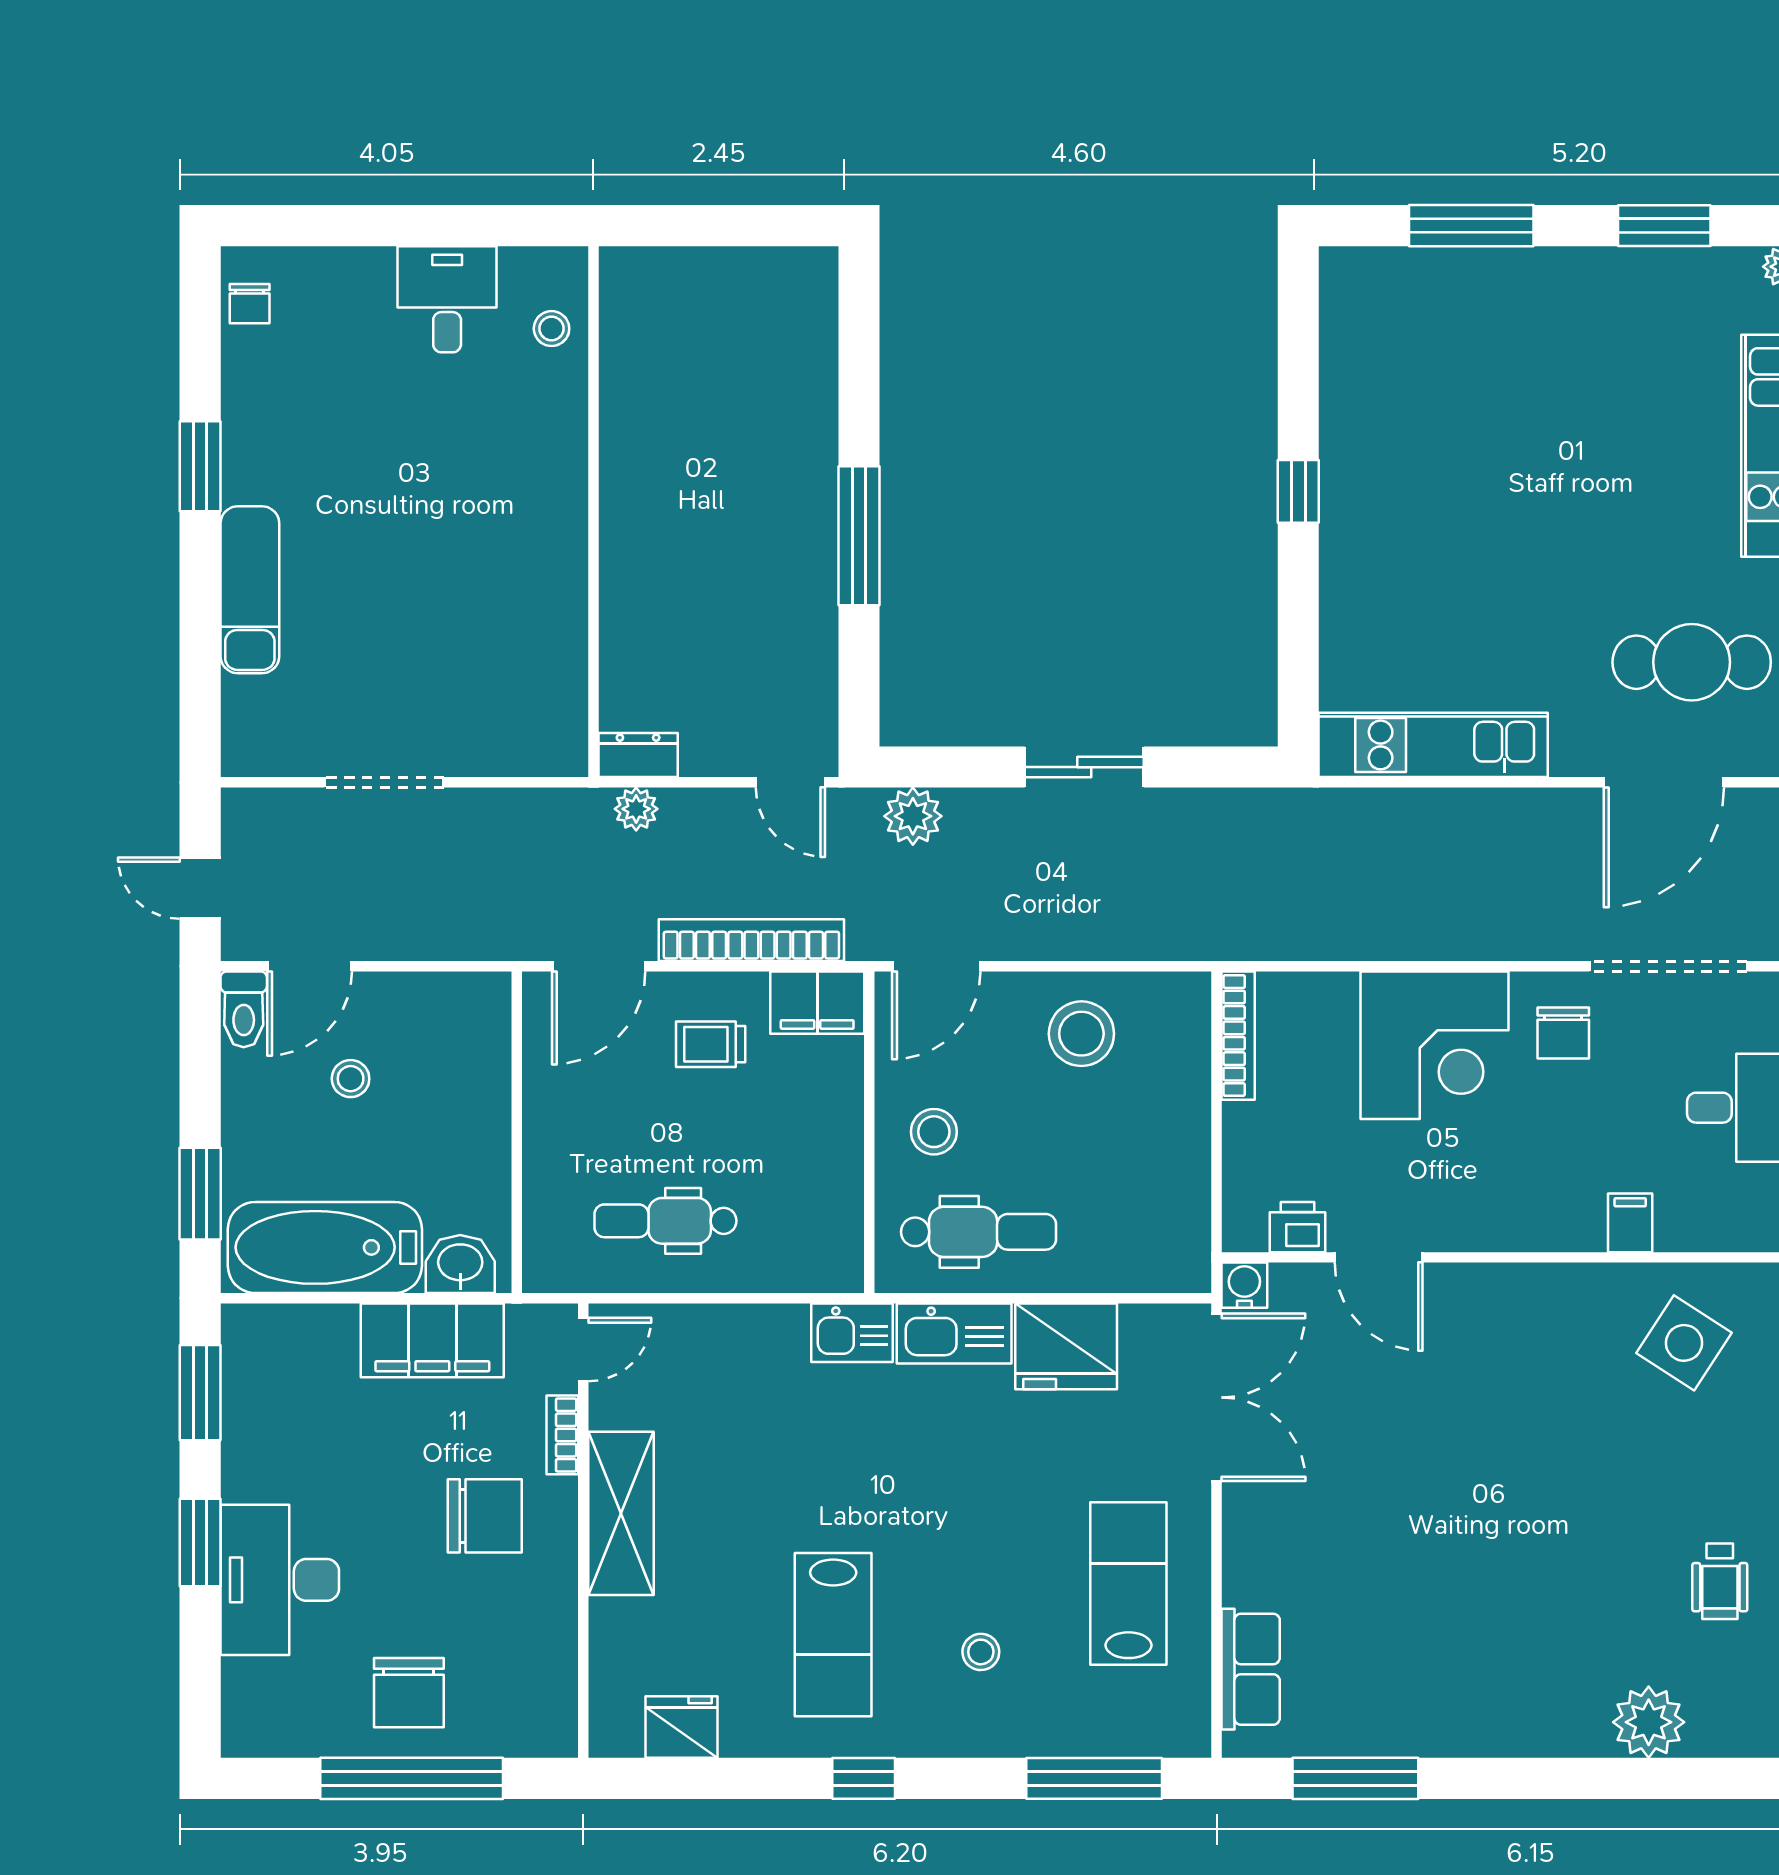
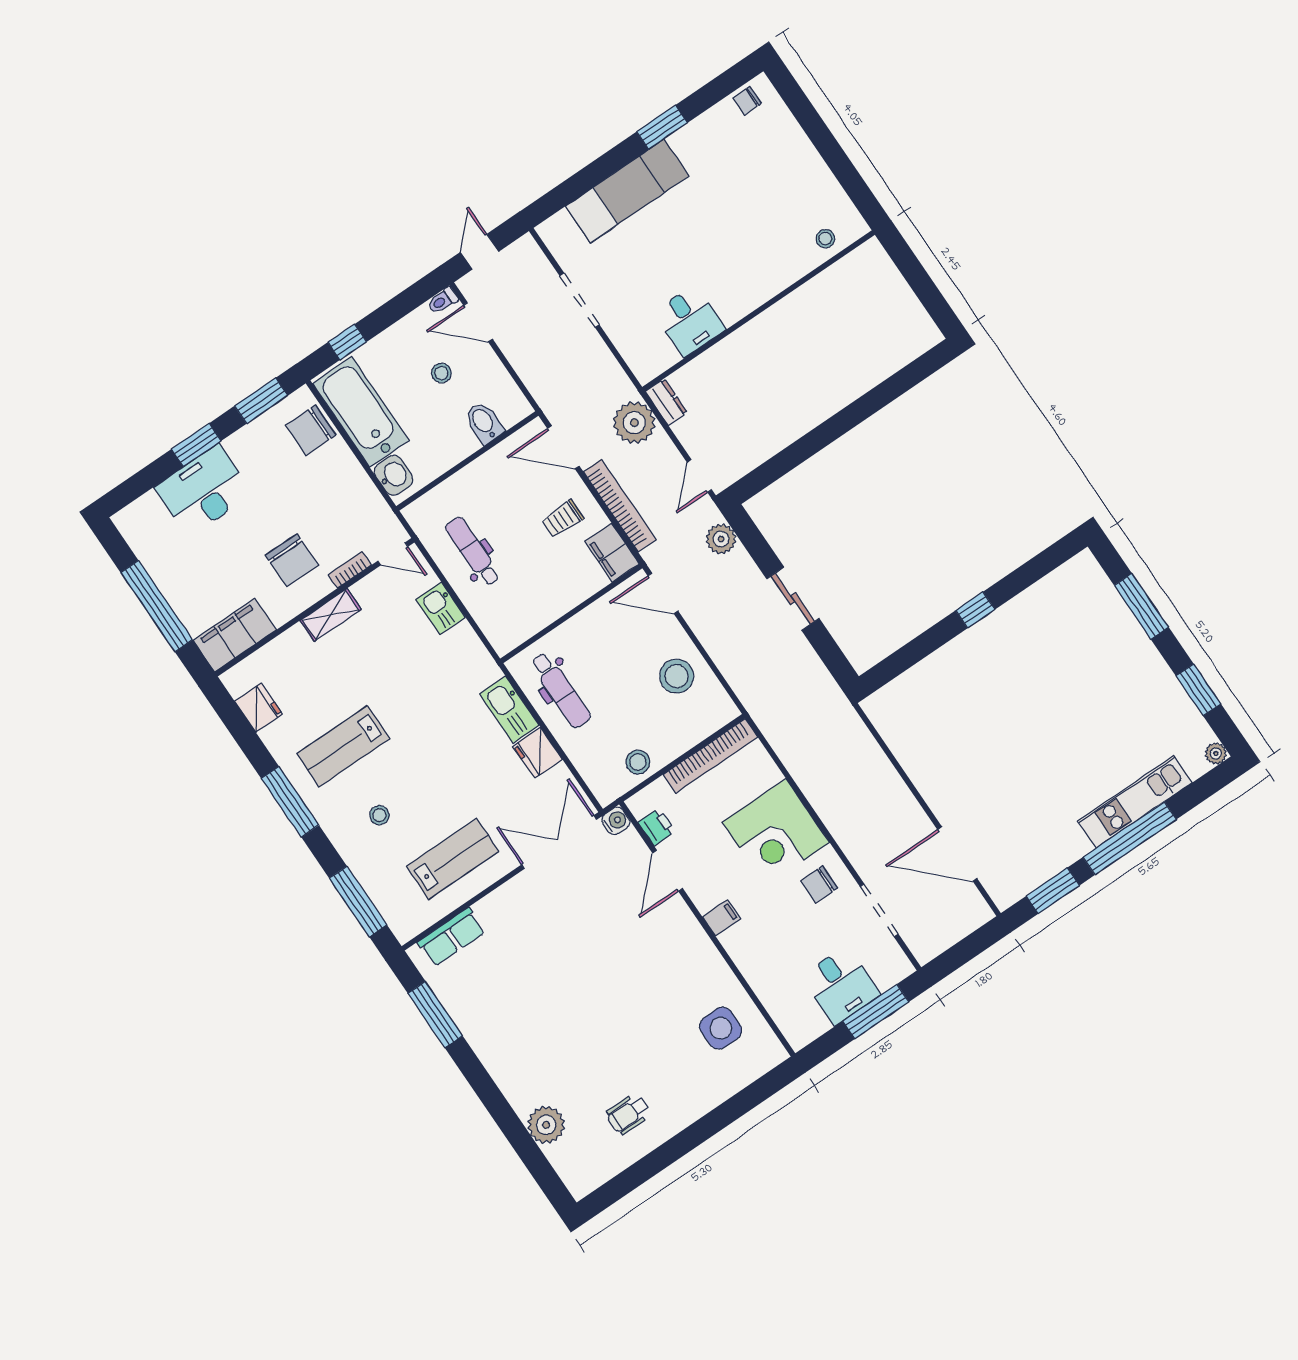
desk: (447, 299) -> (690, 321), moved, turned 90
window: (859, 536) -> (826, 433), removed
exam couch: (250, 590) -> (627, 191), width x1.36, depth x1.45
cafe table: (1692, 662) -> (1018, 831), removed
kitchen unit: (1433, 745) -> (905, 743), removed
plant: (636, 809) -> (634, 423), width x1.88, depth x1.88
doorway: (1668, 966) -> (879, 910), width x0.73
toilet: (244, 1009) -> (443, 301), width x0.73, depth x0.72
bookcase: (1238, 1036) -> (710, 756), width x1.48, depth x1.31
trolley: (711, 1044) -> (563, 519), turned -90
bidet: (475, 1065) -> (484, 423), added
stool: (934, 1132) -> (638, 762), moved
window: (200, 1194) -> (347, 342), width x0.67
filing cabinet: (1630, 1223) -> (722, 918), moved
kitchen sink: (852, 1333) -> (441, 608), moved
filing cabinet: (432, 1340) -> (235, 635), moved, turned 90
side table: (1684, 1343) -> (721, 1028), turned -33
fridge: (1066, 1346) -> (538, 753), width x0.73, depth x0.75
double door: (1217, 1397) -> (559, 842), swing flipped
shelving: (621, 1513) -> (331, 615), width x0.67, depth x0.75
chair: (409, 1693) -> (311, 430), moved
window: (864, 1778) -> (290, 802), width x2.17

